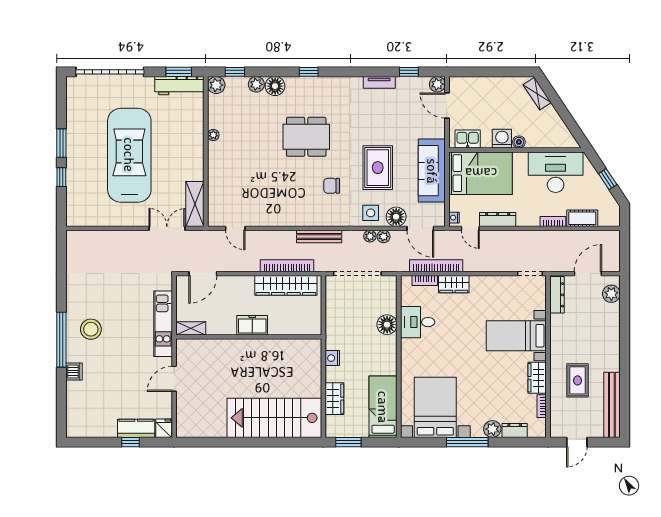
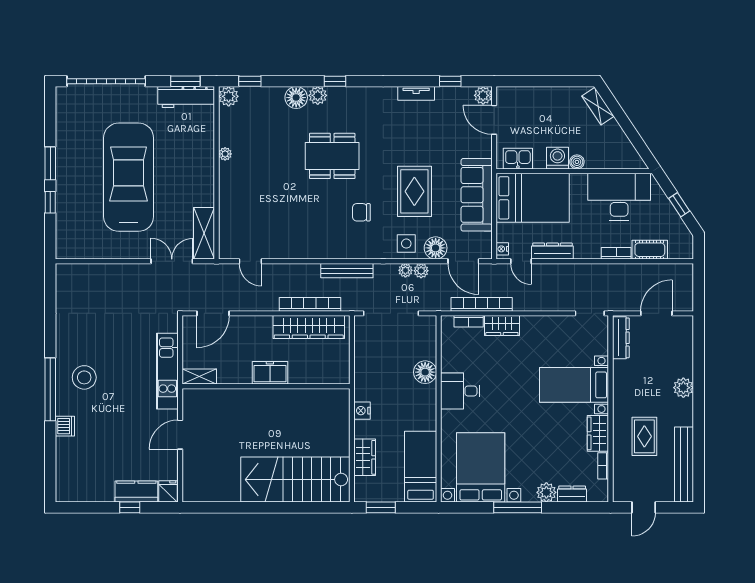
plant: (256, 84) -> (318, 95), moved
plant: (611, 294) -> (683, 388), moved
desk: (418, 322) -> (460, 391), moved

